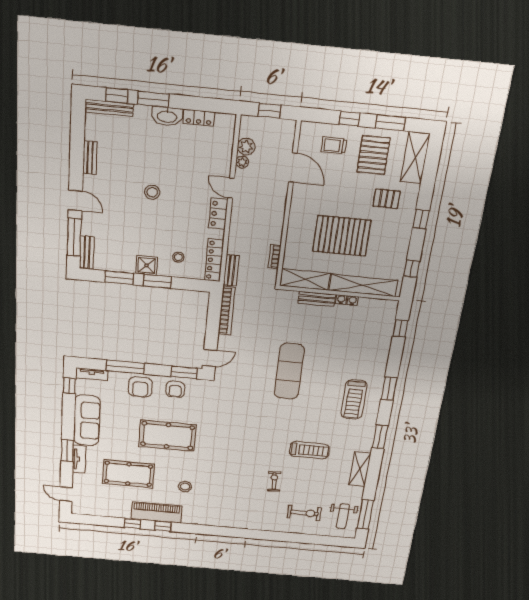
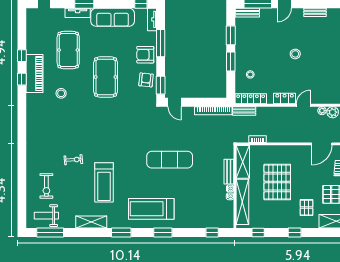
shower: (146, 265) -> (242, 53), removed
armchair: (175, 389) -> (146, 80), turned 96
treadmill: (354, 399) -> (151, 209), width x1.37, depth x1.38
treadmill: (309, 450) -> (104, 182), width x1.37, depth x1.38

